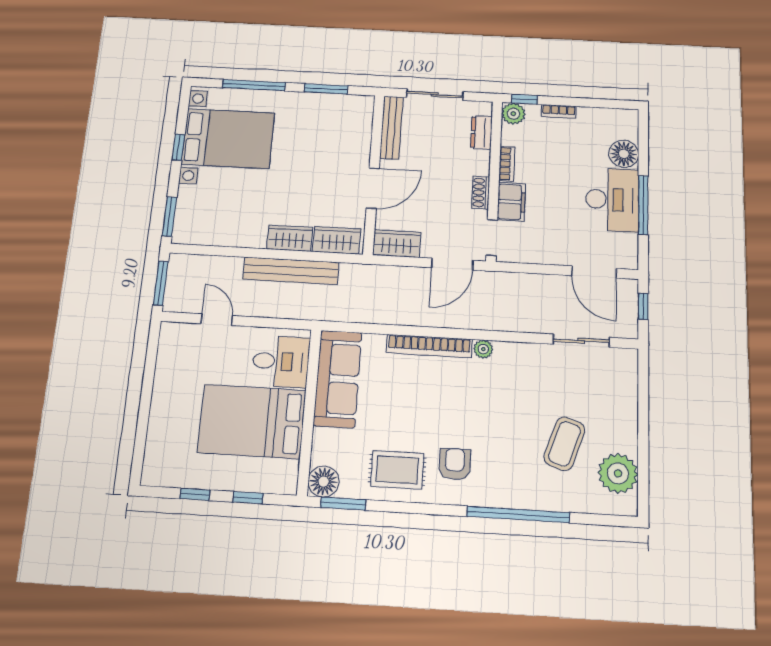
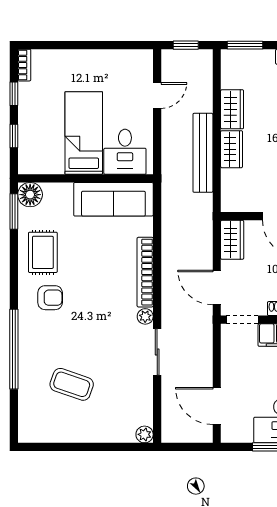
wardrobe: (337, 240) -> (232, 109), moved
door: (594, 272) -> (217, 406), hinge flipped
window: (161, 283) -> (186, 45), width x0.67
window: (643, 306) -> (189, 447), removed
sliding door: (581, 341) -> (157, 352), moved
bed: (252, 421) -> (84, 133), width x0.67
plant: (618, 473) -> (145, 434), moved, width x0.53, depth x0.53
bookcase: (160, 479) -> (24, 65), added

